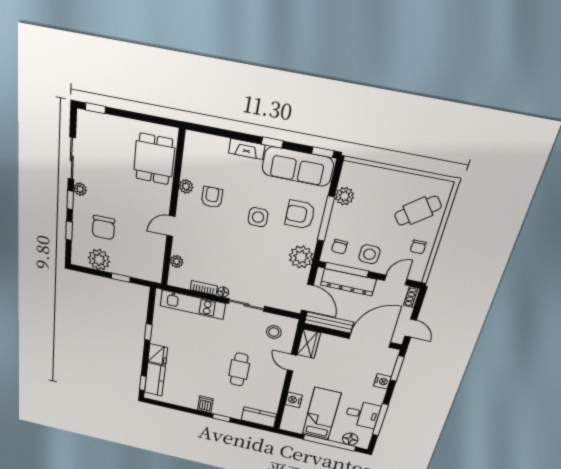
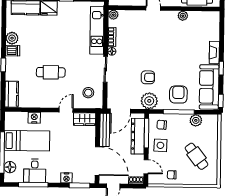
armchair: (212, 197) -> (148, 77), moved
cafe table: (418, 211) -> (196, 156), moved
side table: (258, 217) -> (171, 67), removed
plant: (177, 261) -> (113, 15), moved
plant: (190, 402) -> (12, 38), added

